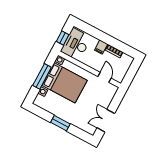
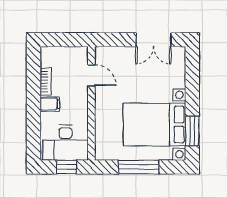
door: (105, 77) -> (91, 75), swing flipped
bed with nightstands: (65, 83) -> (154, 125), moved, turned -90
window: (60, 123) -> (192, 131), moved

